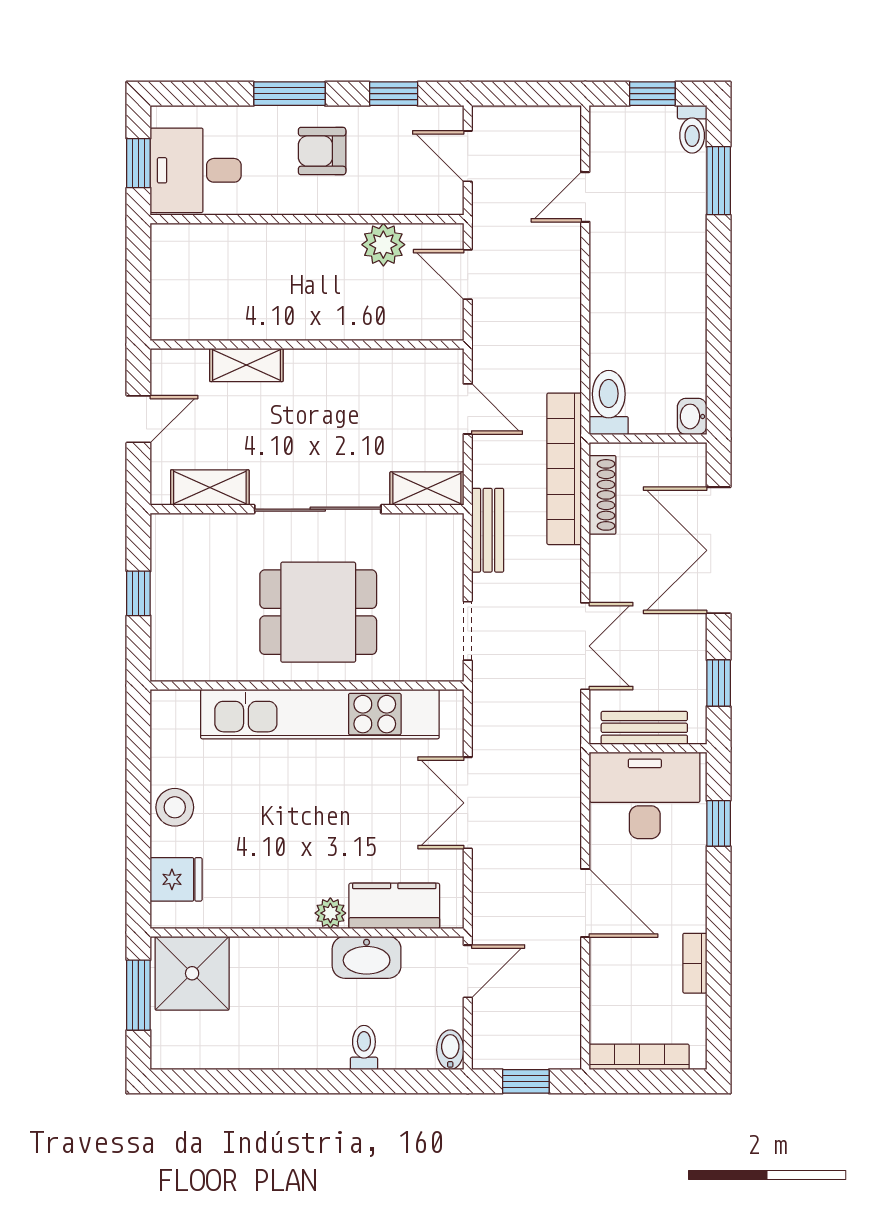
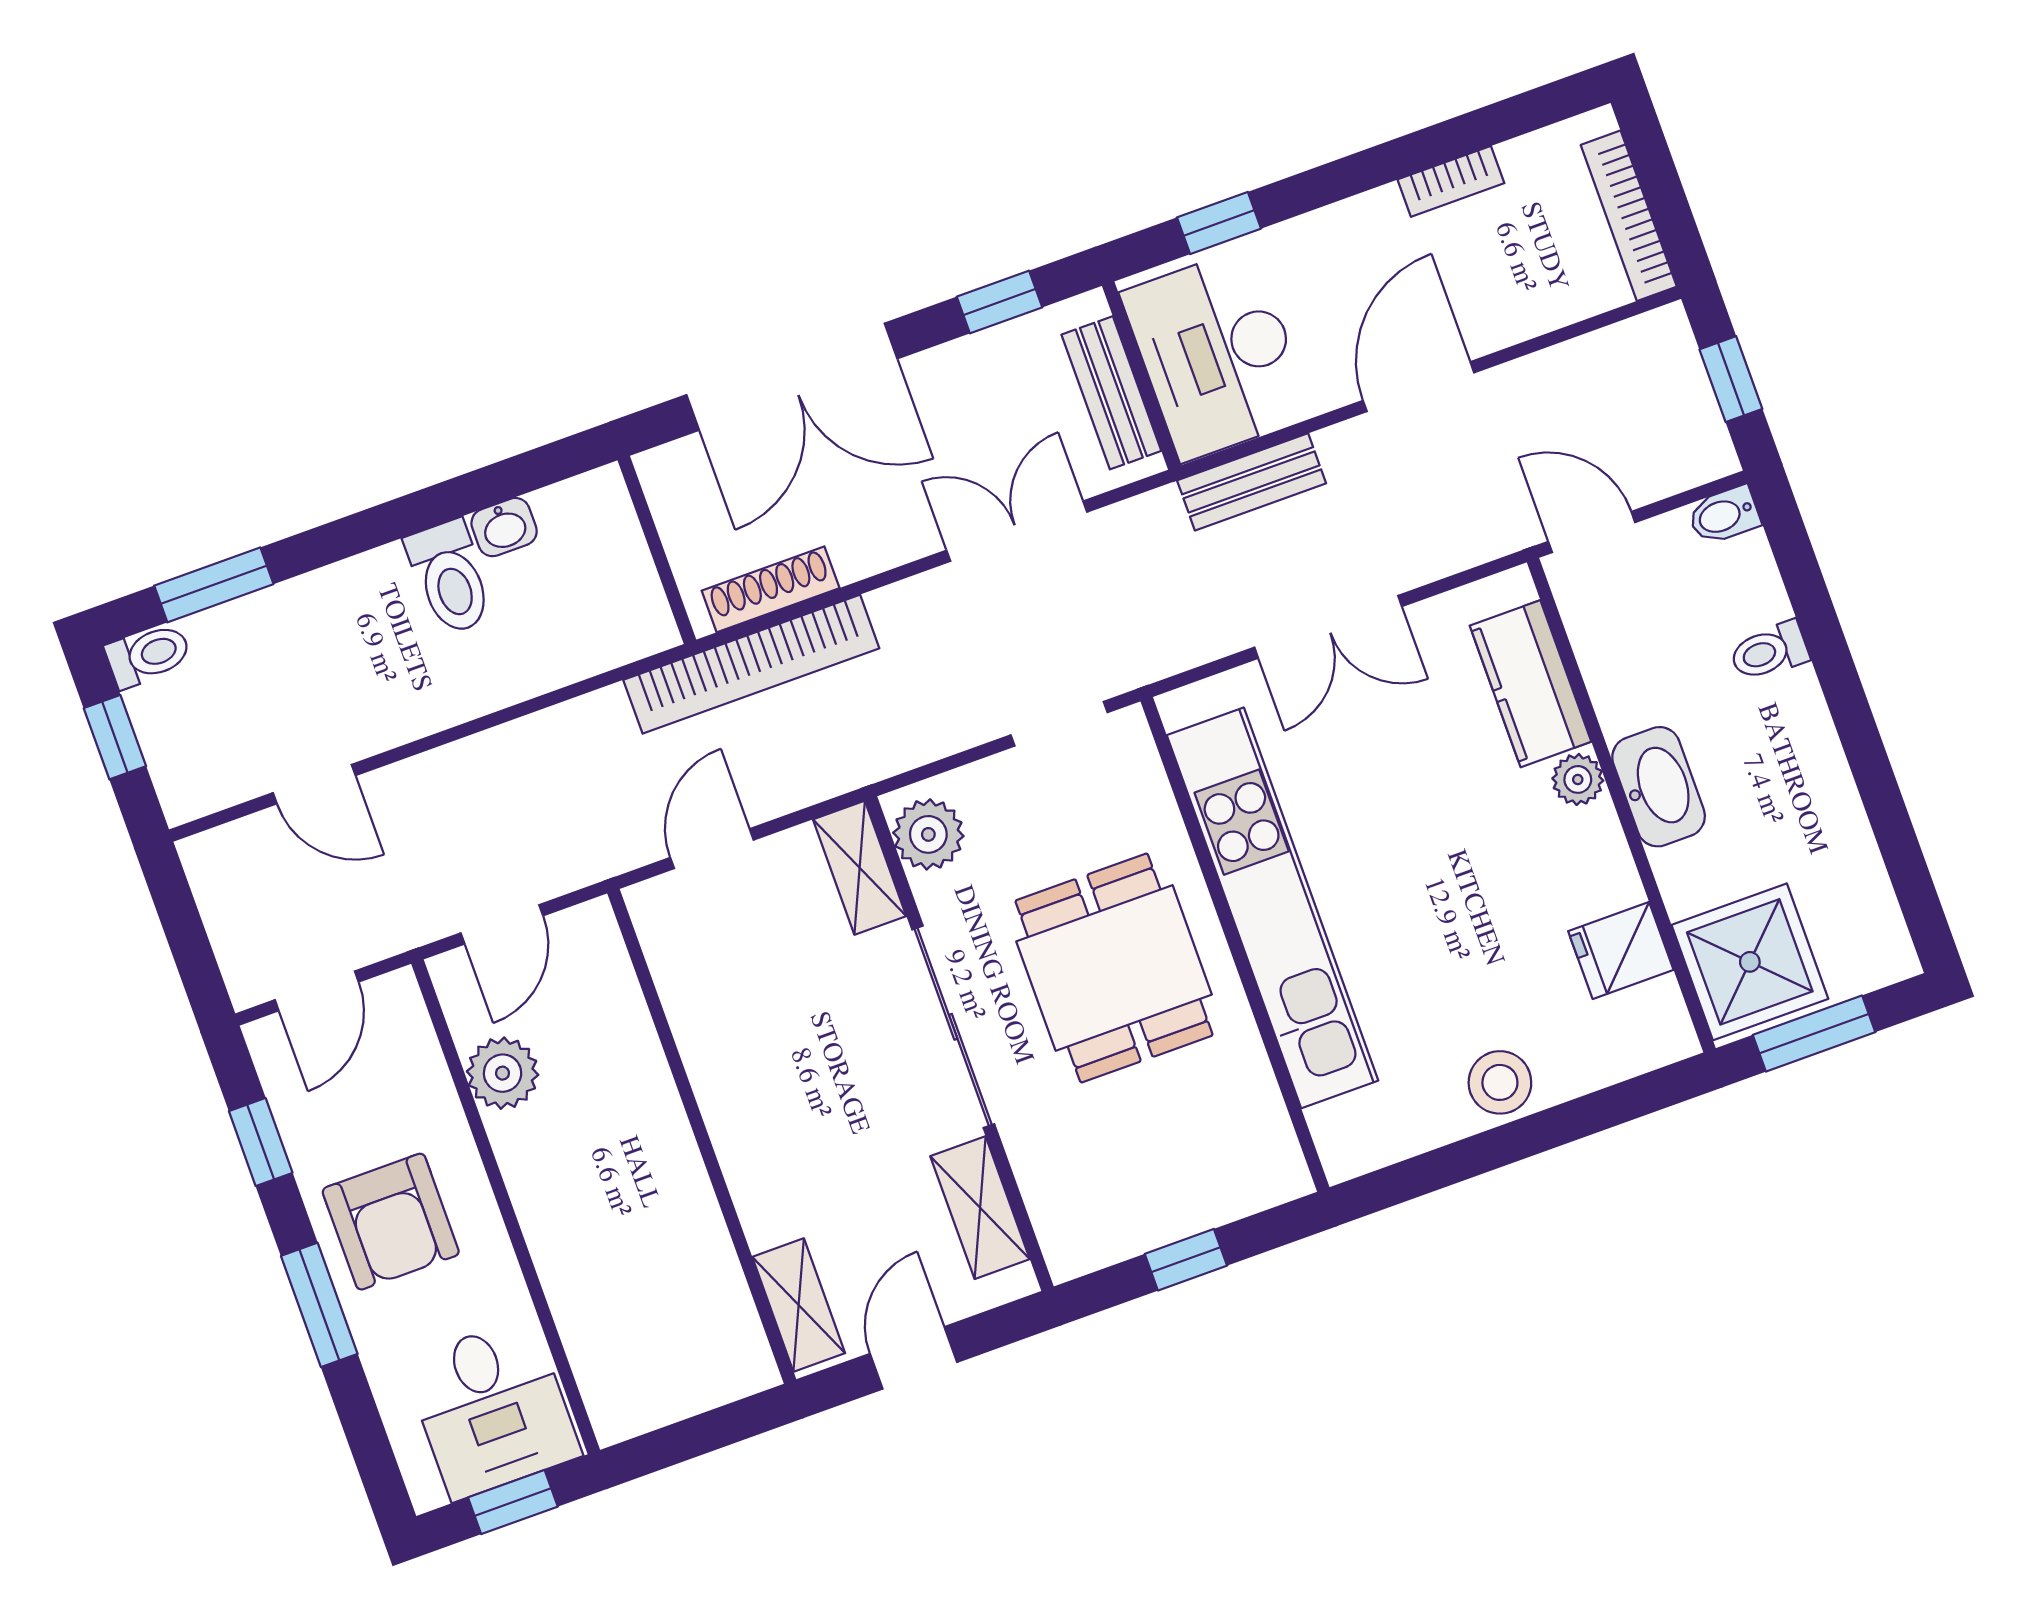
armchair: (322, 151) -> (391, 1222), width x1.38, depth x1.38
shelving: (246, 365) -> (799, 1305), moved
toilet: (609, 403) -> (450, 577), moved, turned -90
washbasin: (692, 416) -> (504, 527), moved
door: (138, 419) -> (913, 1358), hinge flipped
bench: (488, 530) -> (1252, 482), moved
plant: (432, 534) -> (928, 834), added
fridge: (176, 879) -> (1621, 950), moved, turned -90
washbasin: (367, 957) -> (1659, 787), moved

